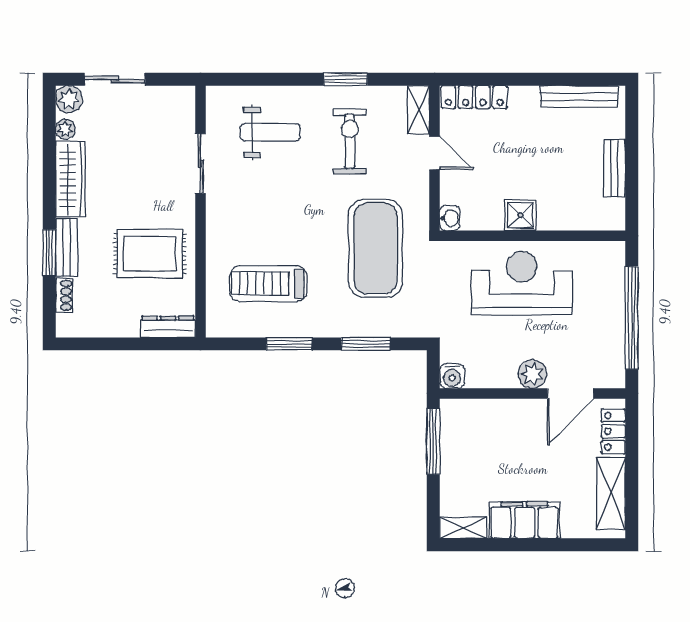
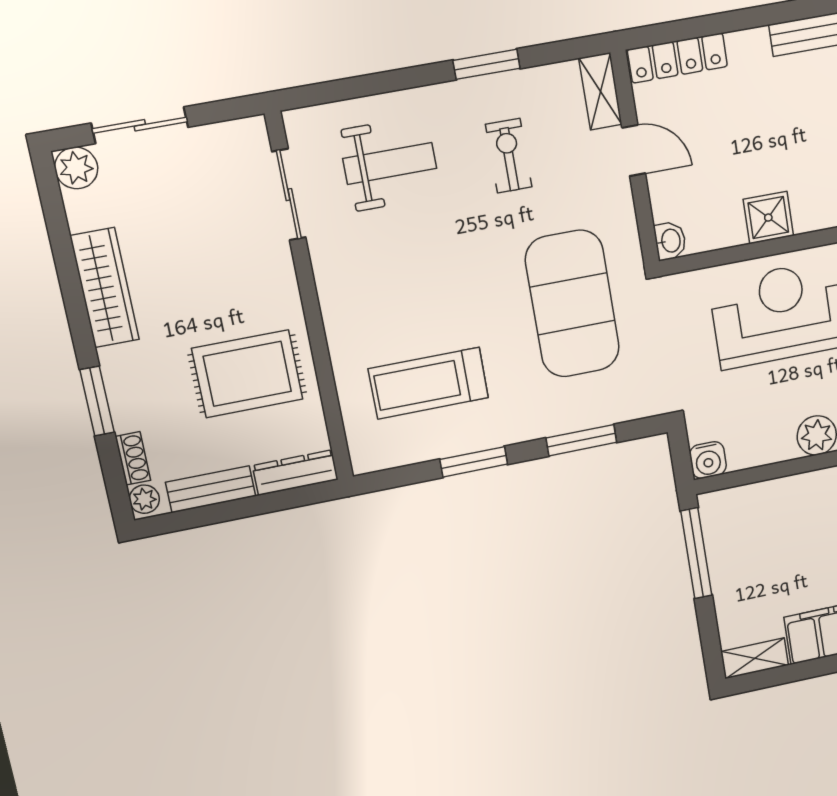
plant: (65, 129) -> (144, 499), moved
exercise bike: (350, 141) -> (509, 156), width x0.73, depth x0.72
sliding door: (201, 164) -> (289, 195), moved
bench: (66, 248) -> (211, 489), moved, turned 90

